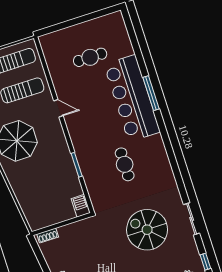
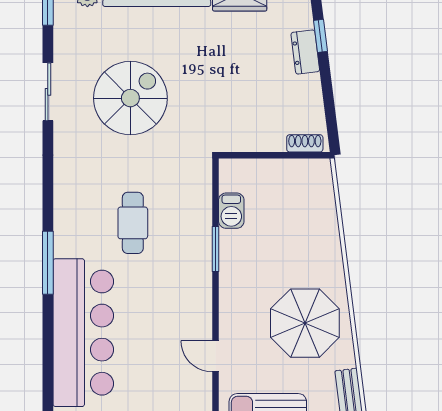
window: (151, 93) -> (48, 263), moved
barbecue: (81, 206) -> (231, 211), moved
spiral stairs: (147, 230) -> (130, 98), turned -90

